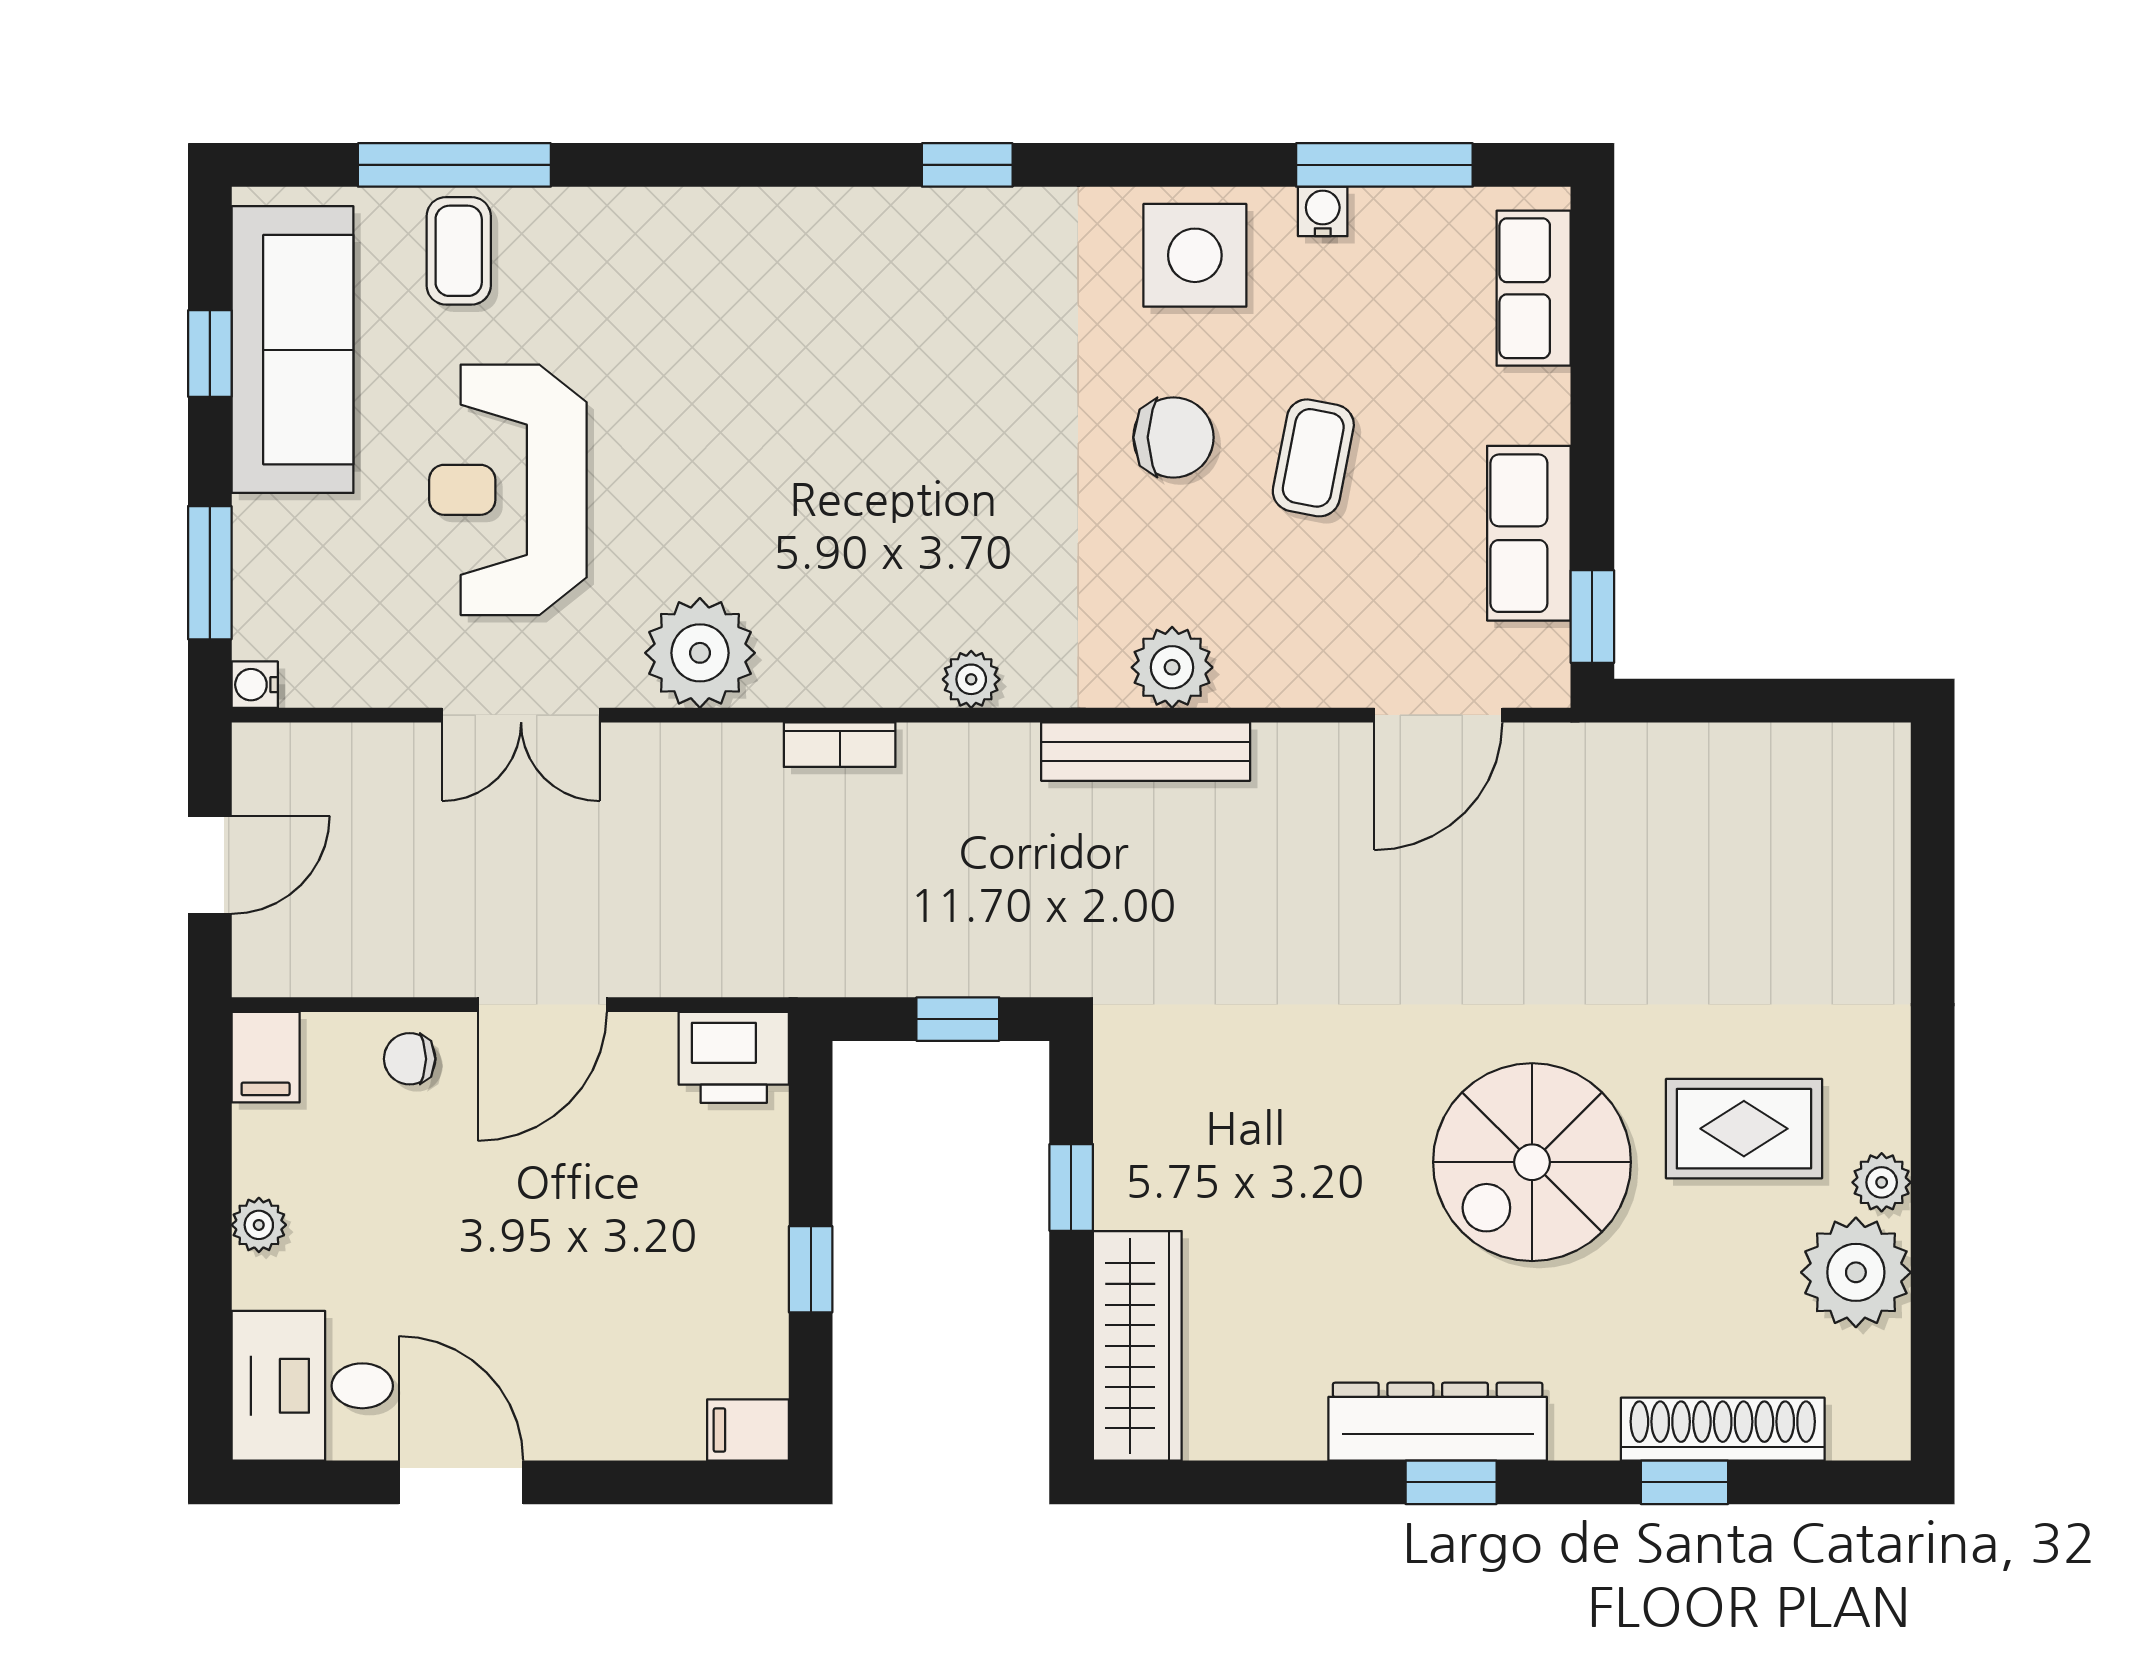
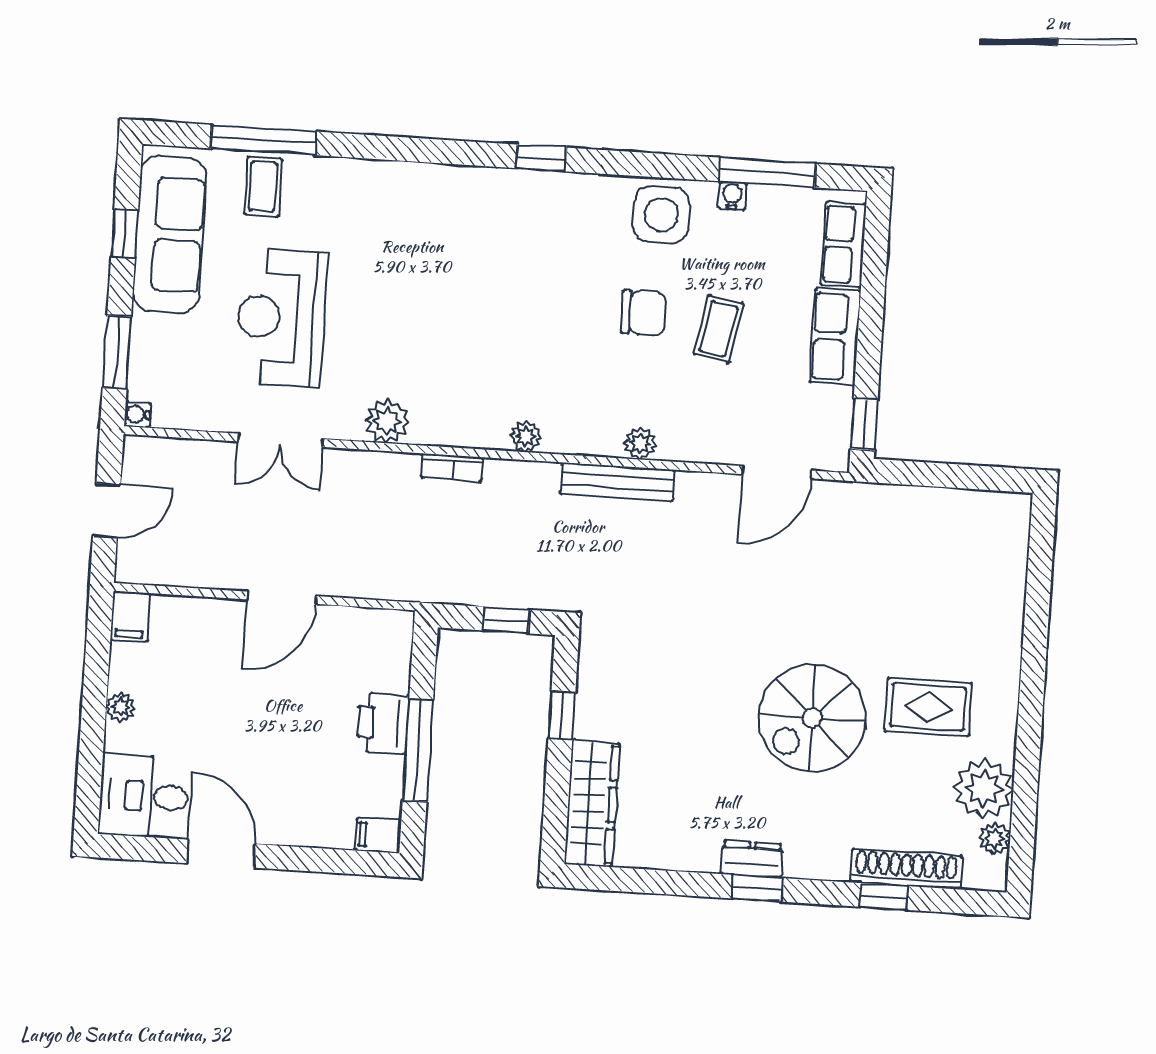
row of seats: (1529, 533) -> (835, 337), moved
plant: (700, 653) -> (387, 421), width x0.73, depth x0.73
plant: (1172, 667) -> (640, 444), width x0.73, depth x0.73
printer: (734, 1057) -> (383, 723), moved, turned 90
chair: (410, 1059) -> (208, 622), removed
plant: (1882, 1182) -> (995, 838), moved
window: (811, 1269) -> (418, 750), width x2.17
dresser: (1438, 1422) -> (752, 859), width x0.51, depth x0.80

